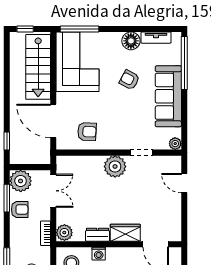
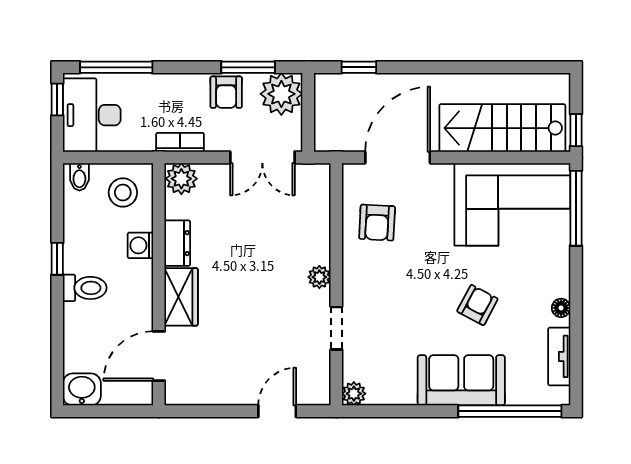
window: (25, 29) -> (576, 130), moved
floor lamp: (131, 41) -> (561, 308), width x0.53, depth x0.53
sofa: (168, 96) -> (461, 380), width x0.73
plant: (115, 166) -> (319, 277), width x0.53, depth x0.53

